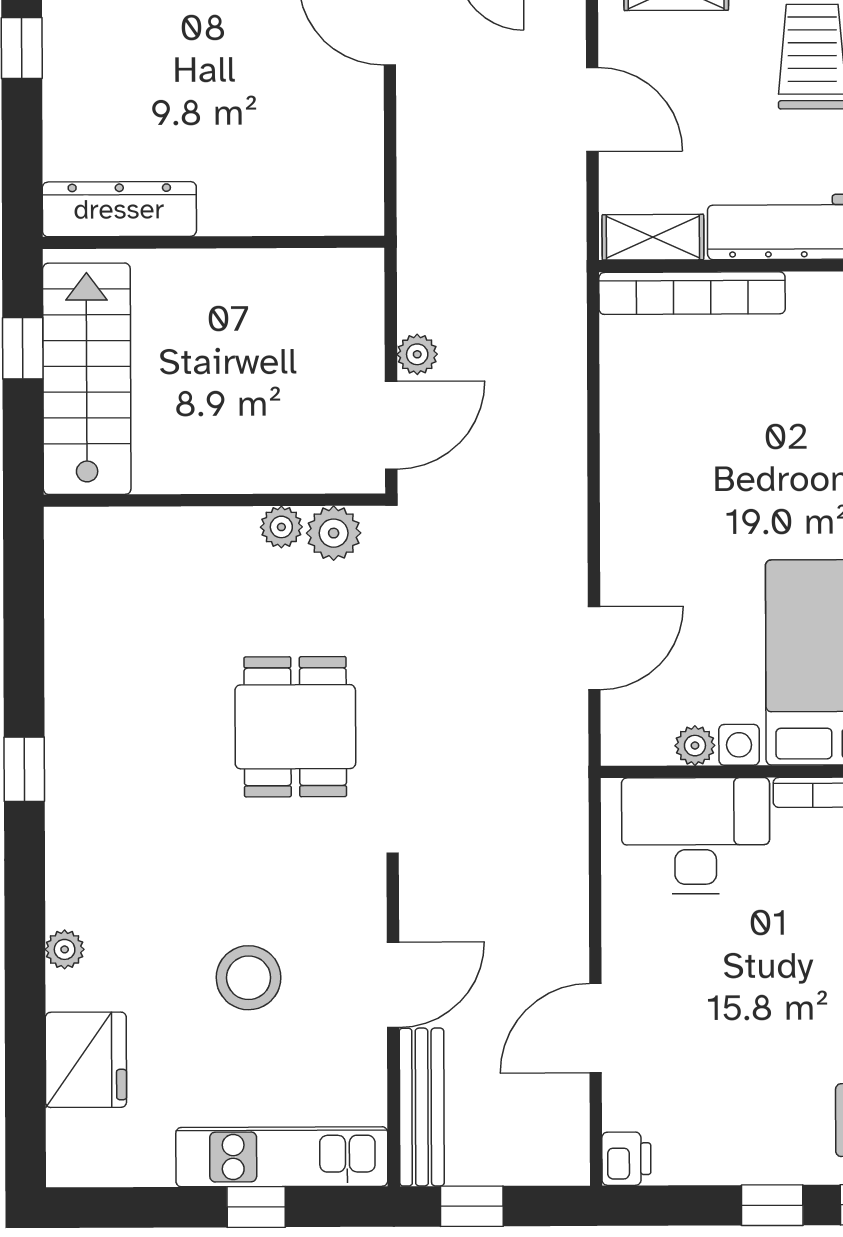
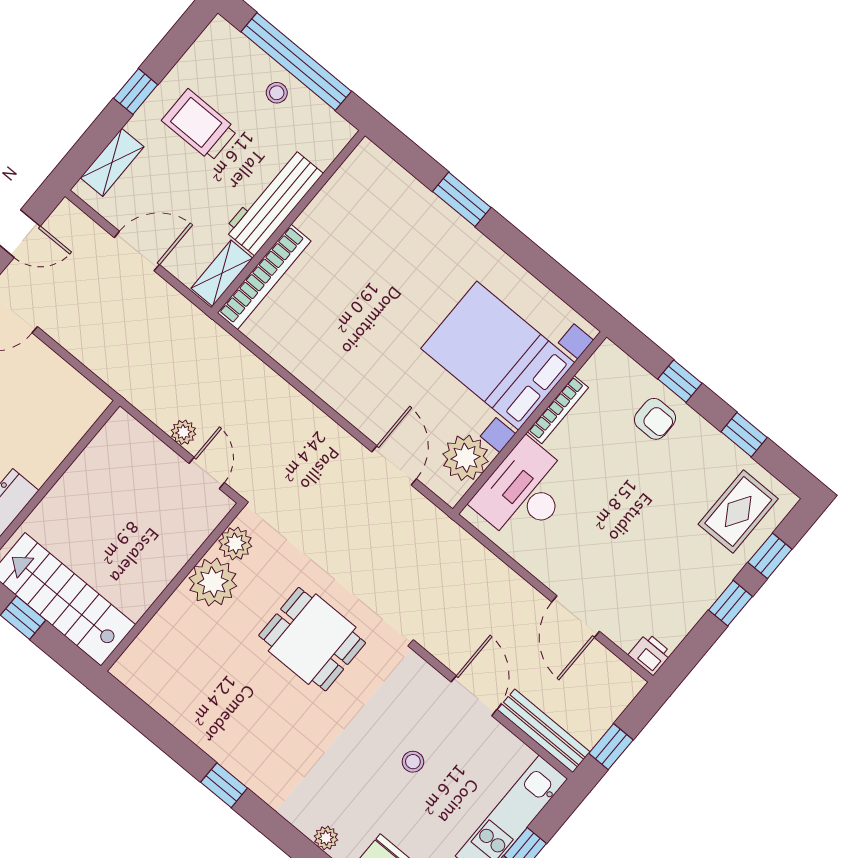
door: (391, 425) -> (207, 473), width x0.73
plant: (281, 527) -> (213, 582), width x1.87, depth x1.87
plant: (695, 746) -> (465, 458), width x1.87, depth x1.87
stool: (249, 978) -> (413, 762), width x0.53, depth x0.53

